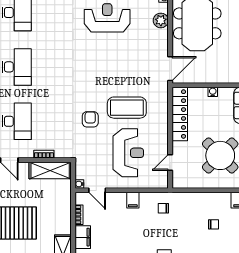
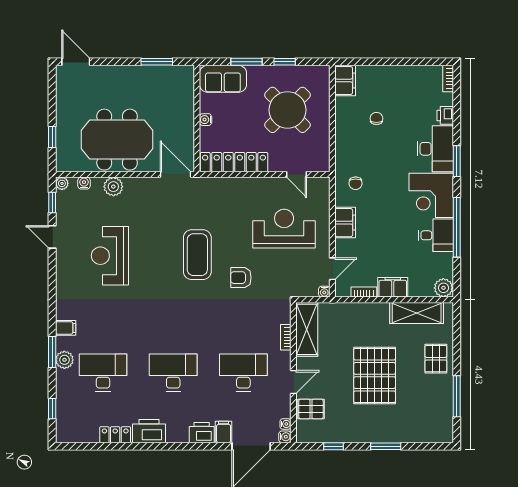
coffee table: (127, 108) -> (197, 255), moved
filing cabinet: (133, 200) -> (345, 223), width x2.00

